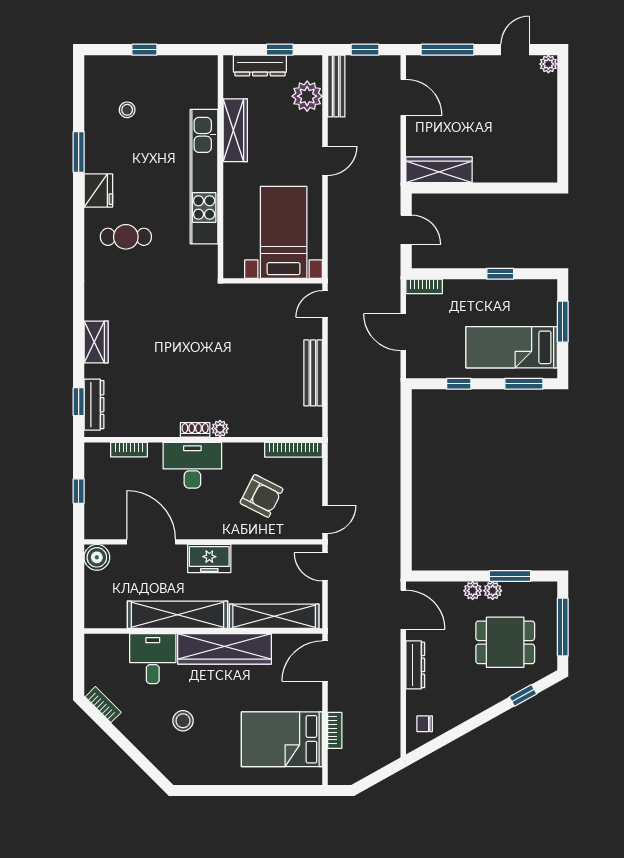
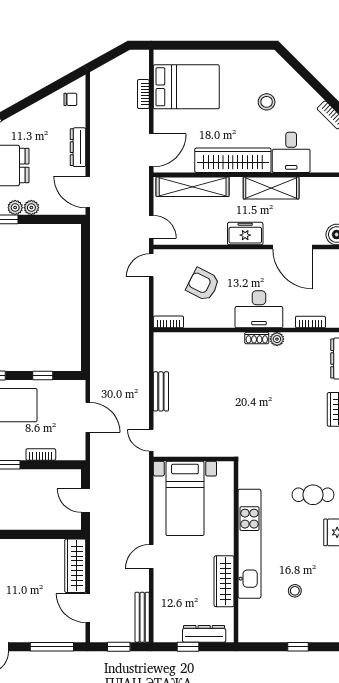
plant: (307, 96) -> (166, 609), removed
stool: (127, 110) -> (295, 591), moved
wardrobe: (439, 170) -> (75, 566), moved, turned 90
bookcase: (424, 286) -> (41, 455), moved
door: (325, 304) -> (151, 440), swing flipped
bench: (313, 373) -> (161, 391), width x0.73
plant: (220, 429) -> (277, 339), moved
bookcase: (293, 450) -> (168, 322), width x0.64
shelving: (178, 615) -> (271, 188), width x0.68

